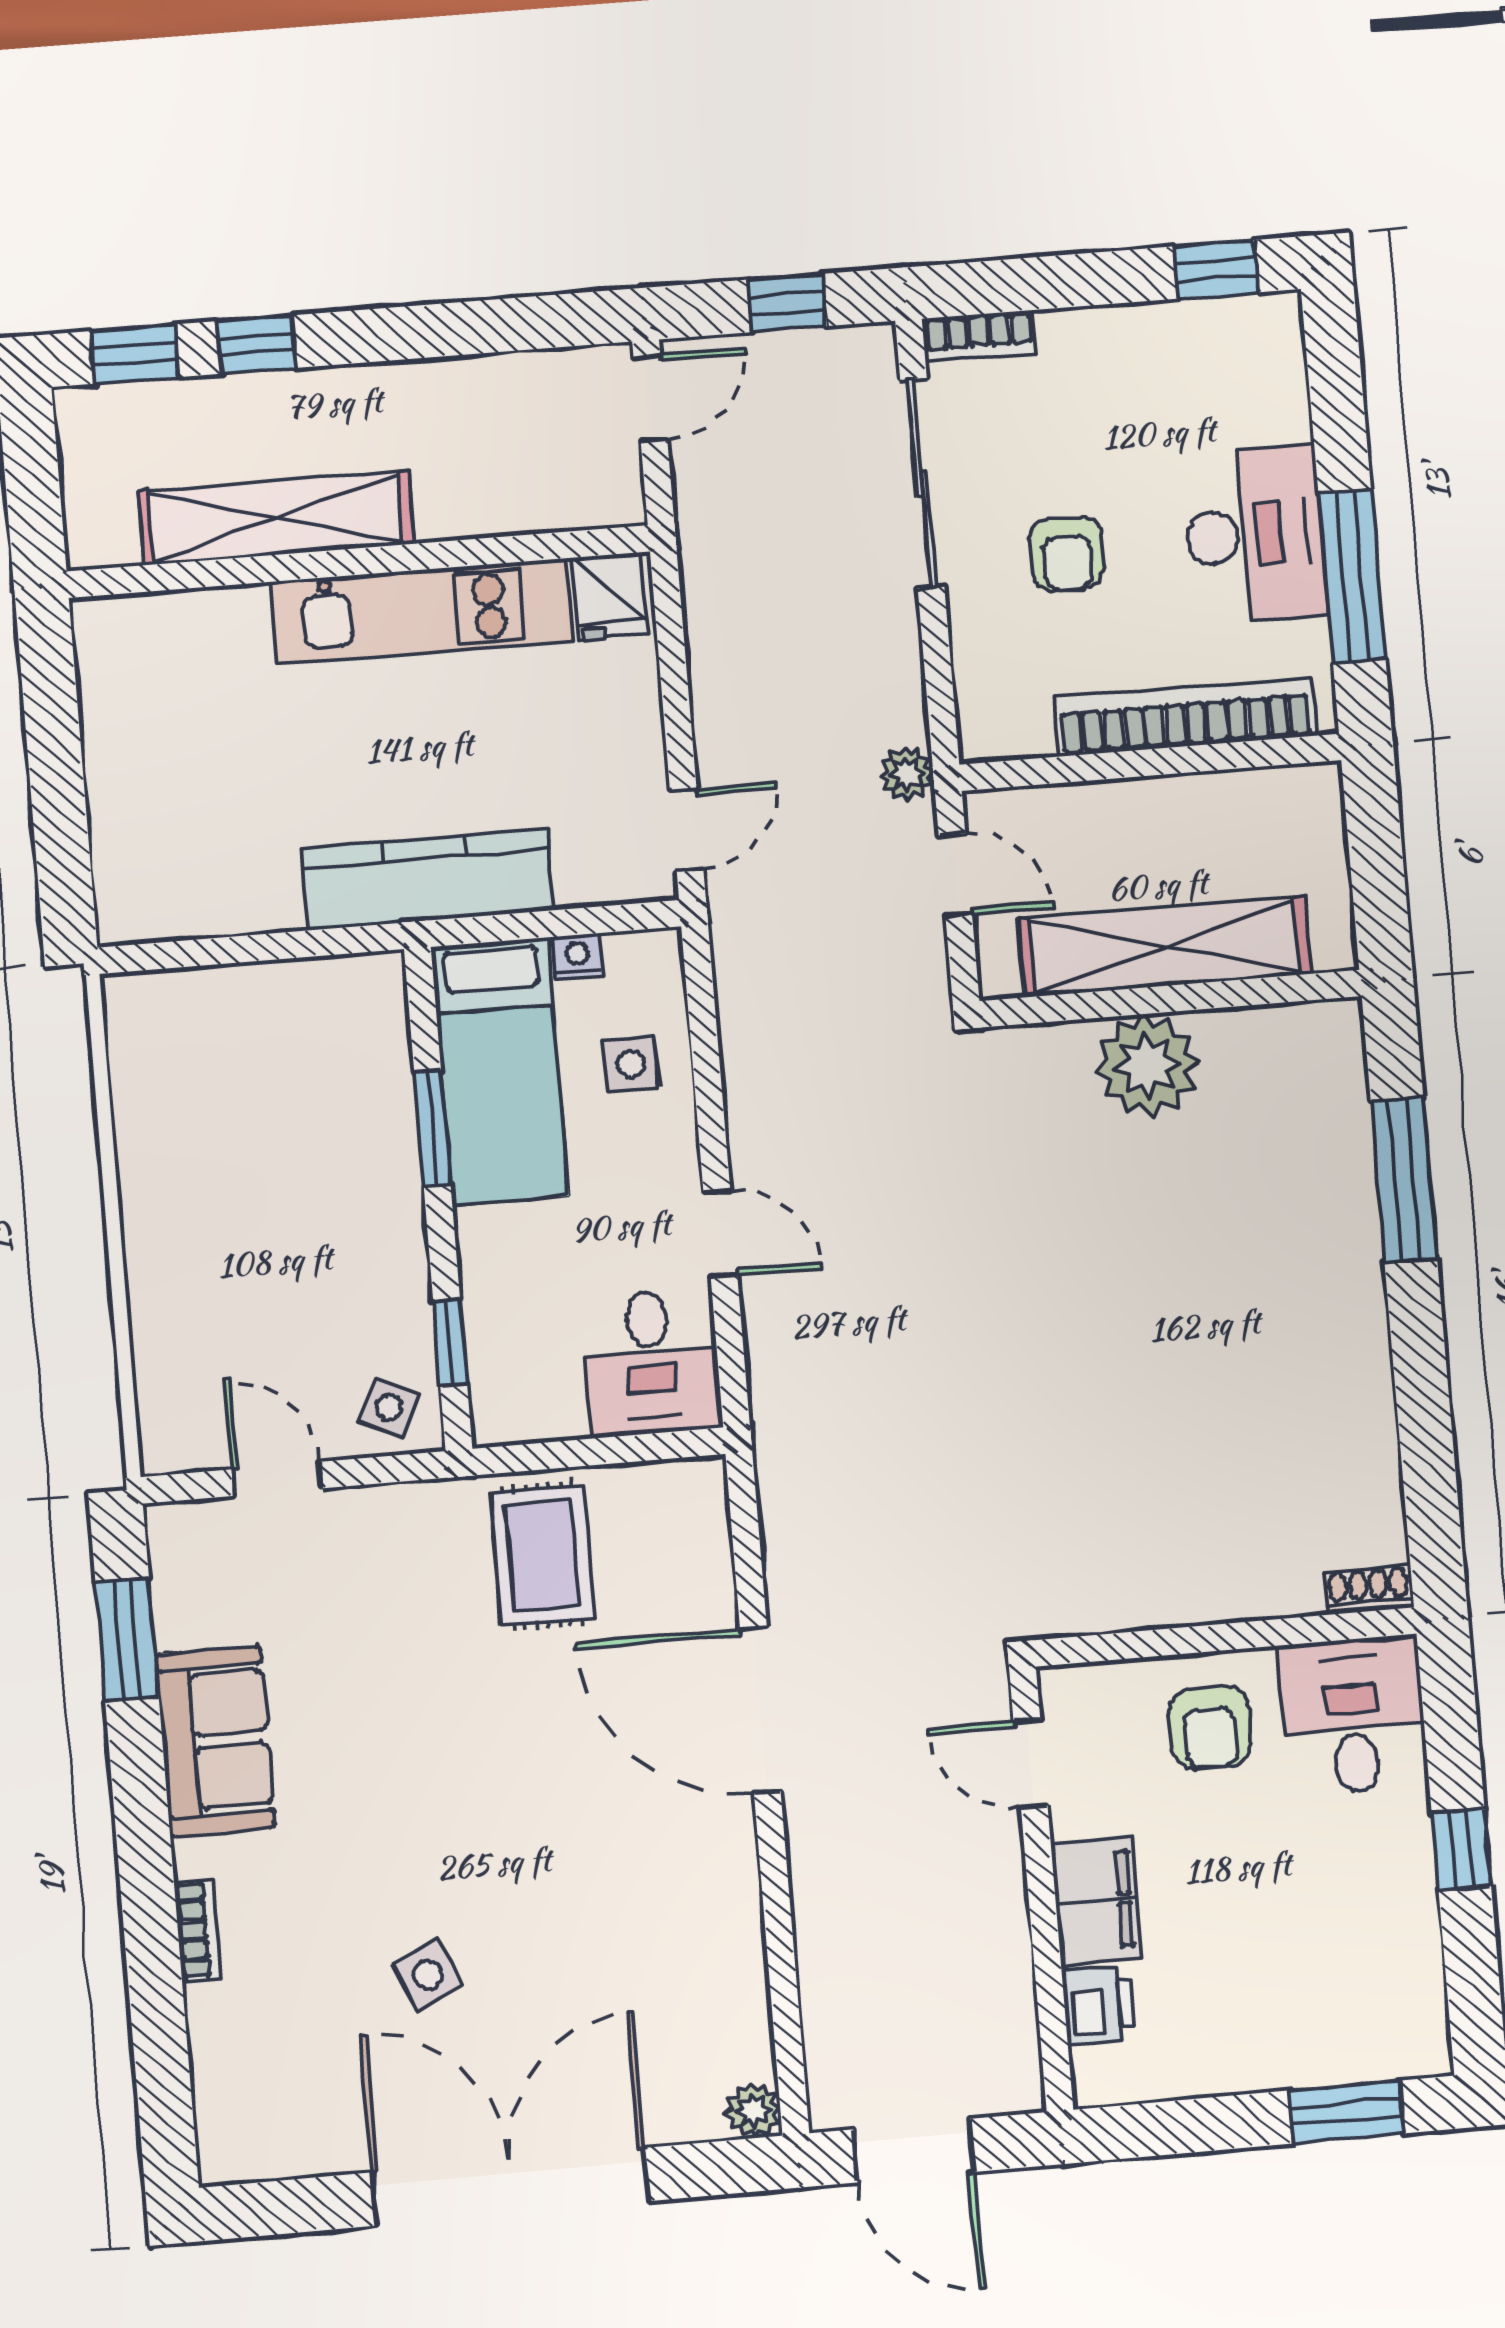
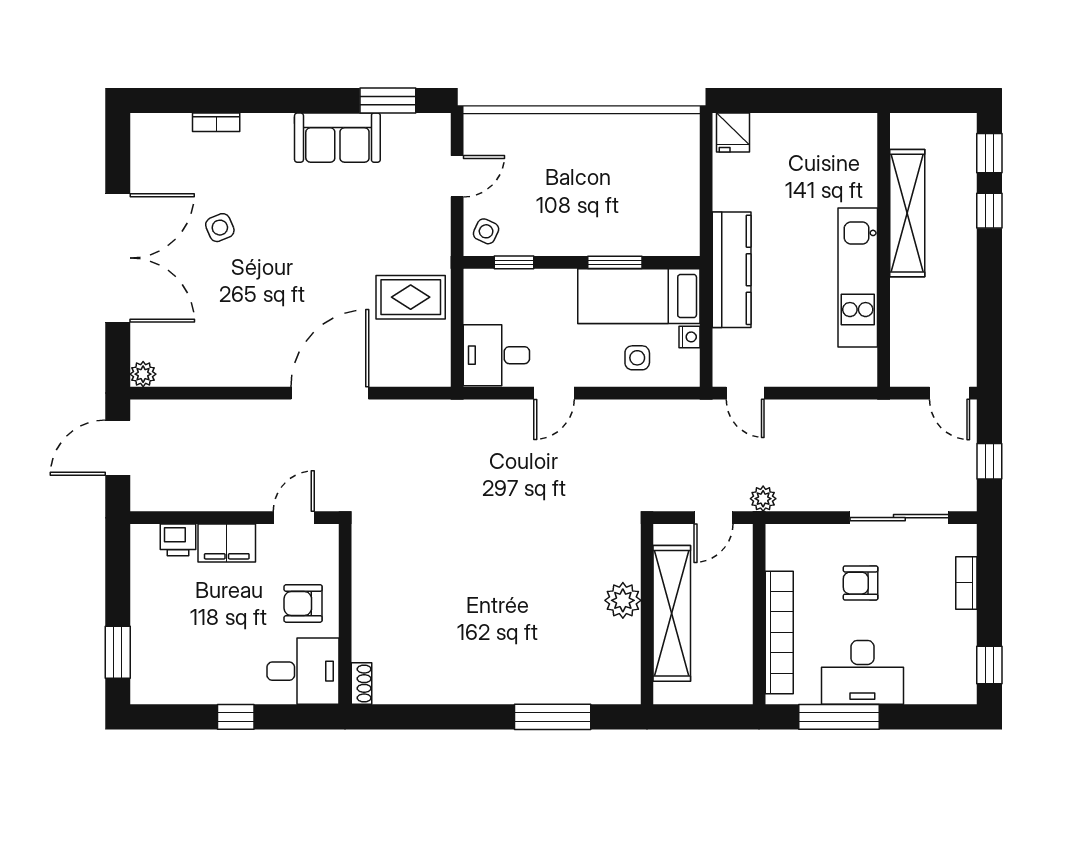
bookcase: (979, 337) -> (966, 583), moved
fridge: (609, 596) -> (733, 132), moved, turned -90
plant: (1147, 1066) -> (623, 600), width x0.73, depth x0.73
bookcase: (198, 1930) -> (216, 122), moved

